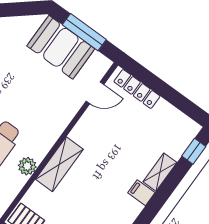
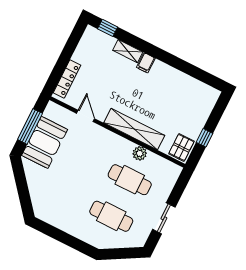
door: (95, 93) -> (86, 116), moved
shelving: (59, 164) -> (134, 129), width x1.47

